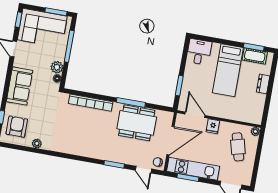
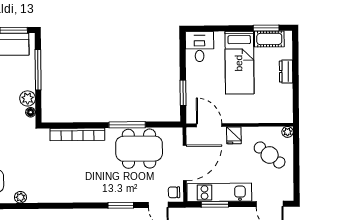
cafe table: (238, 147) -> (270, 155), turned -37

